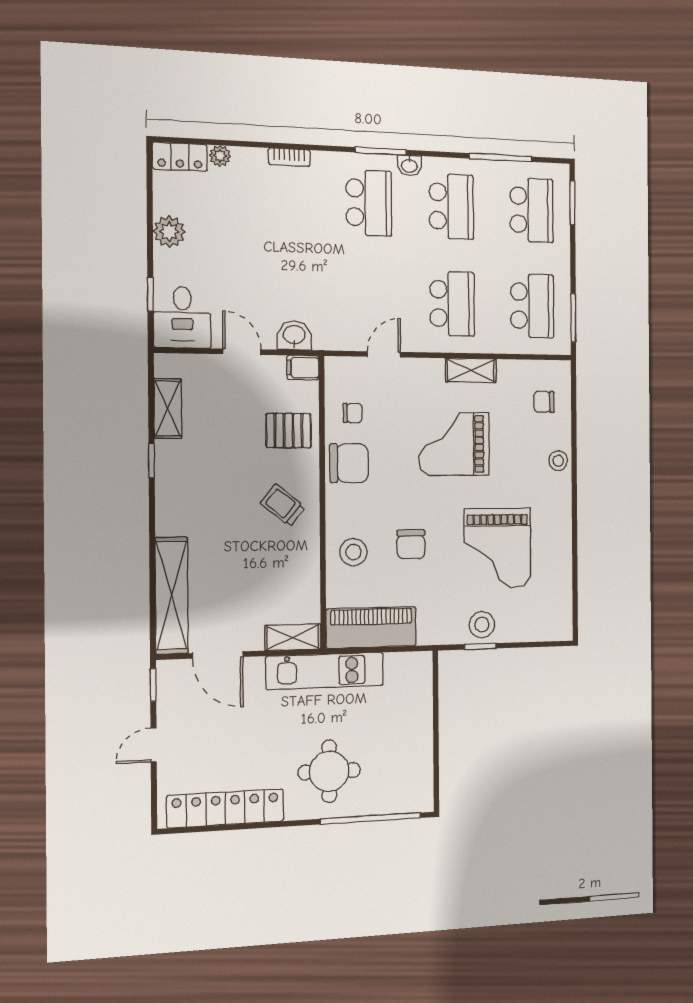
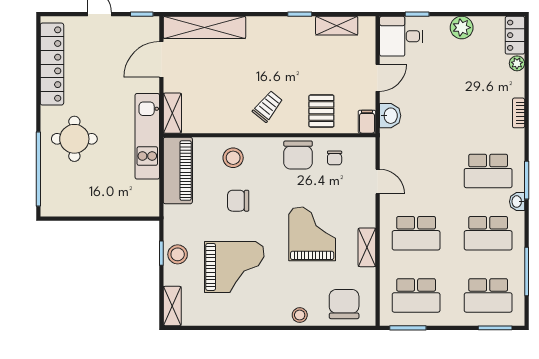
chair: (544, 402) -> (344, 304), width x1.87, depth x1.87
grand piano: (498, 548) -> (234, 267), turned 180
shelving: (548, 630) -> (172, 306), added

